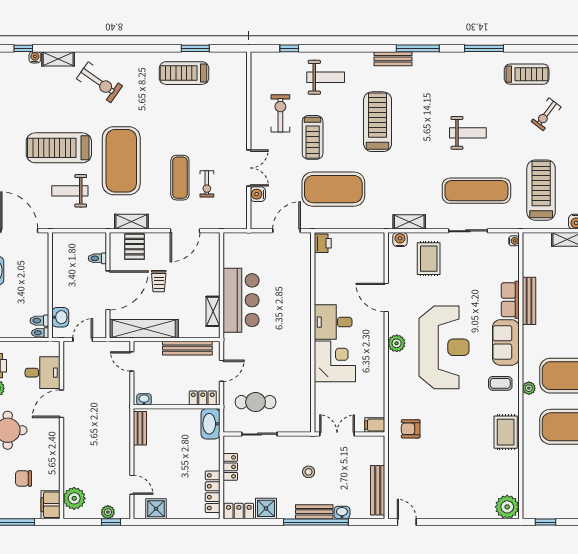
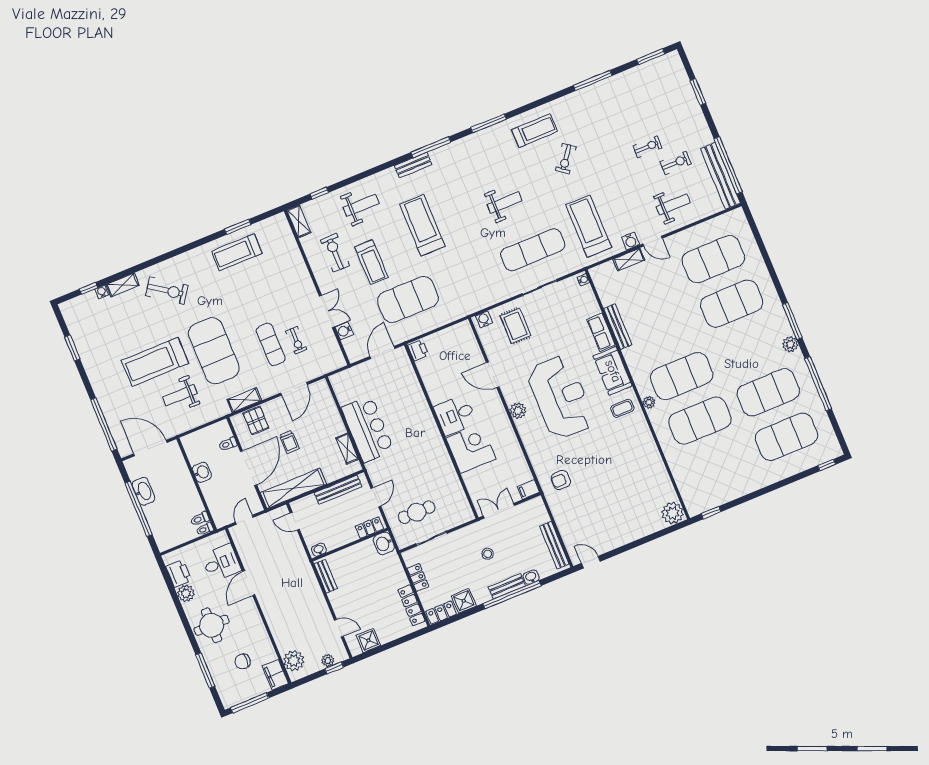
shelving: (409, 222) -> (299, 221), moved, turned 90
washbasin: (60, 317) -> (202, 472), moved
washbasin: (210, 424) -> (384, 543), width x0.72
rug: (506, 432) -> (644, 449), removed

